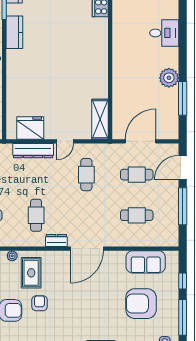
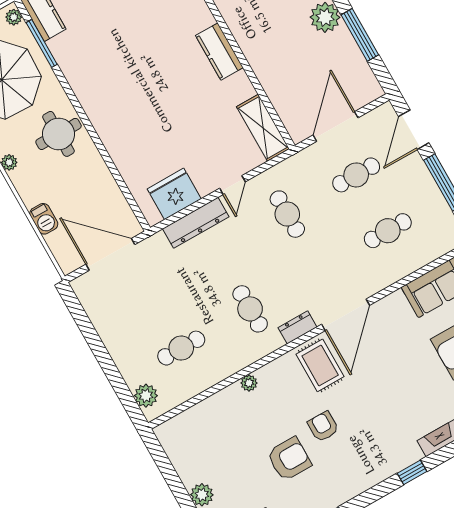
kitchen counter: (14, 32) -> (219, 52), moved, turned 180
rug: (31, 273) -> (320, 365), moved

